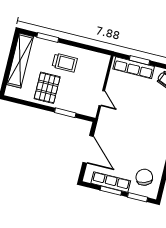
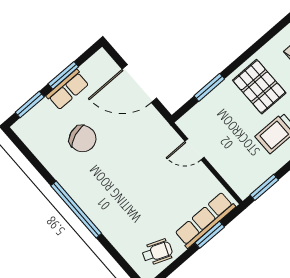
window: (96, 49) -> (264, 187), added
chair: (144, 177) -> (83, 139), moved
row of seats: (111, 182) -> (68, 90), width x0.68

